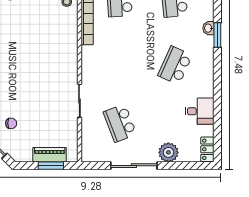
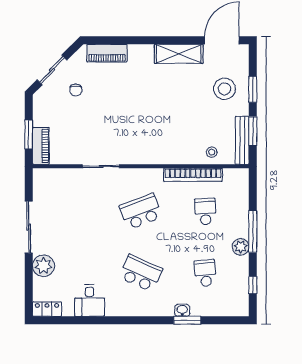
window: (217, 35) -> (187, 320), moved
school desk: (120, 123) -> (141, 212), moved
piano: (50, 155) -> (41, 146), moved

